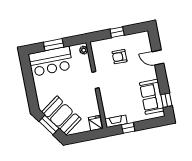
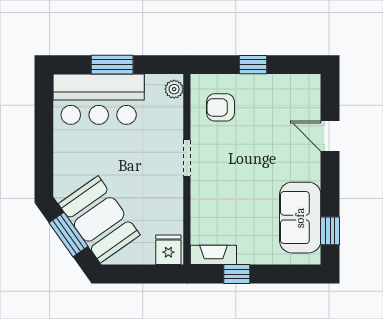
armchair: (120, 57) -> (220, 107), moved

